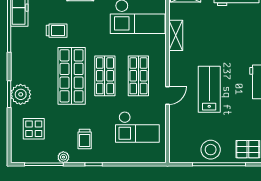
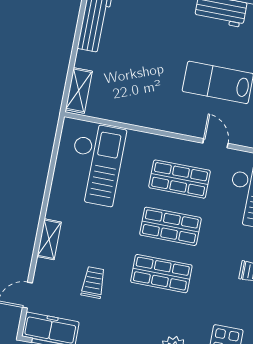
shelving: (176, 35) -> (132, 115), removed
shop shelf: (72, 76) -> (161, 274), width x0.70, depth x0.74

